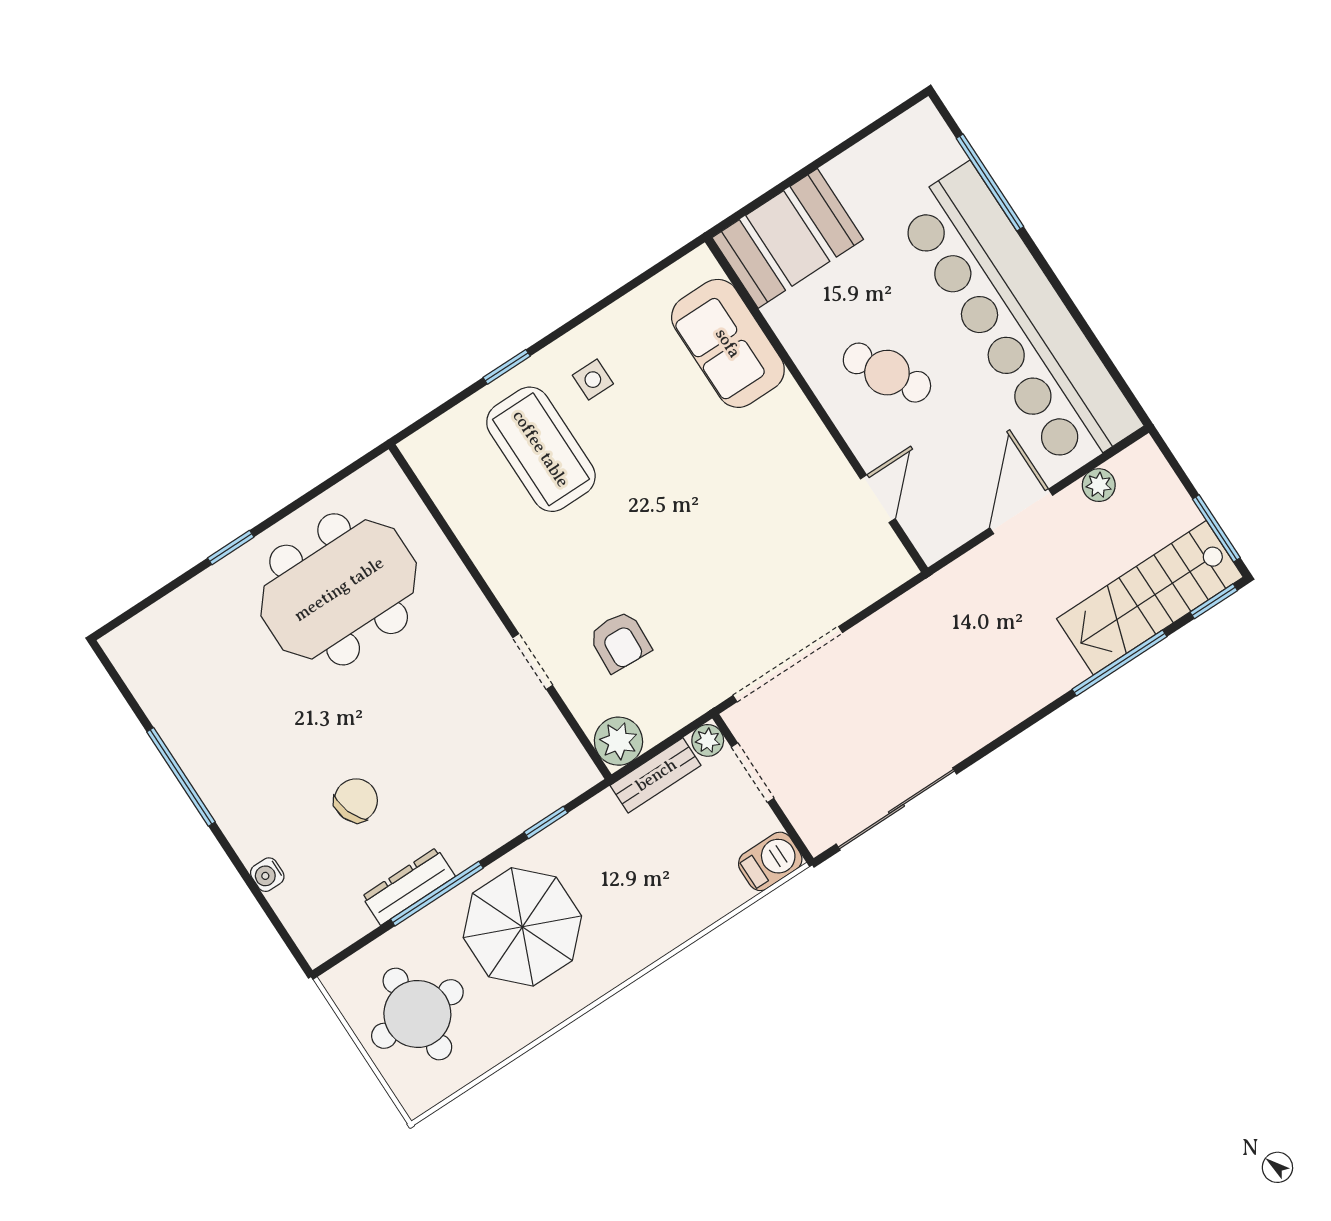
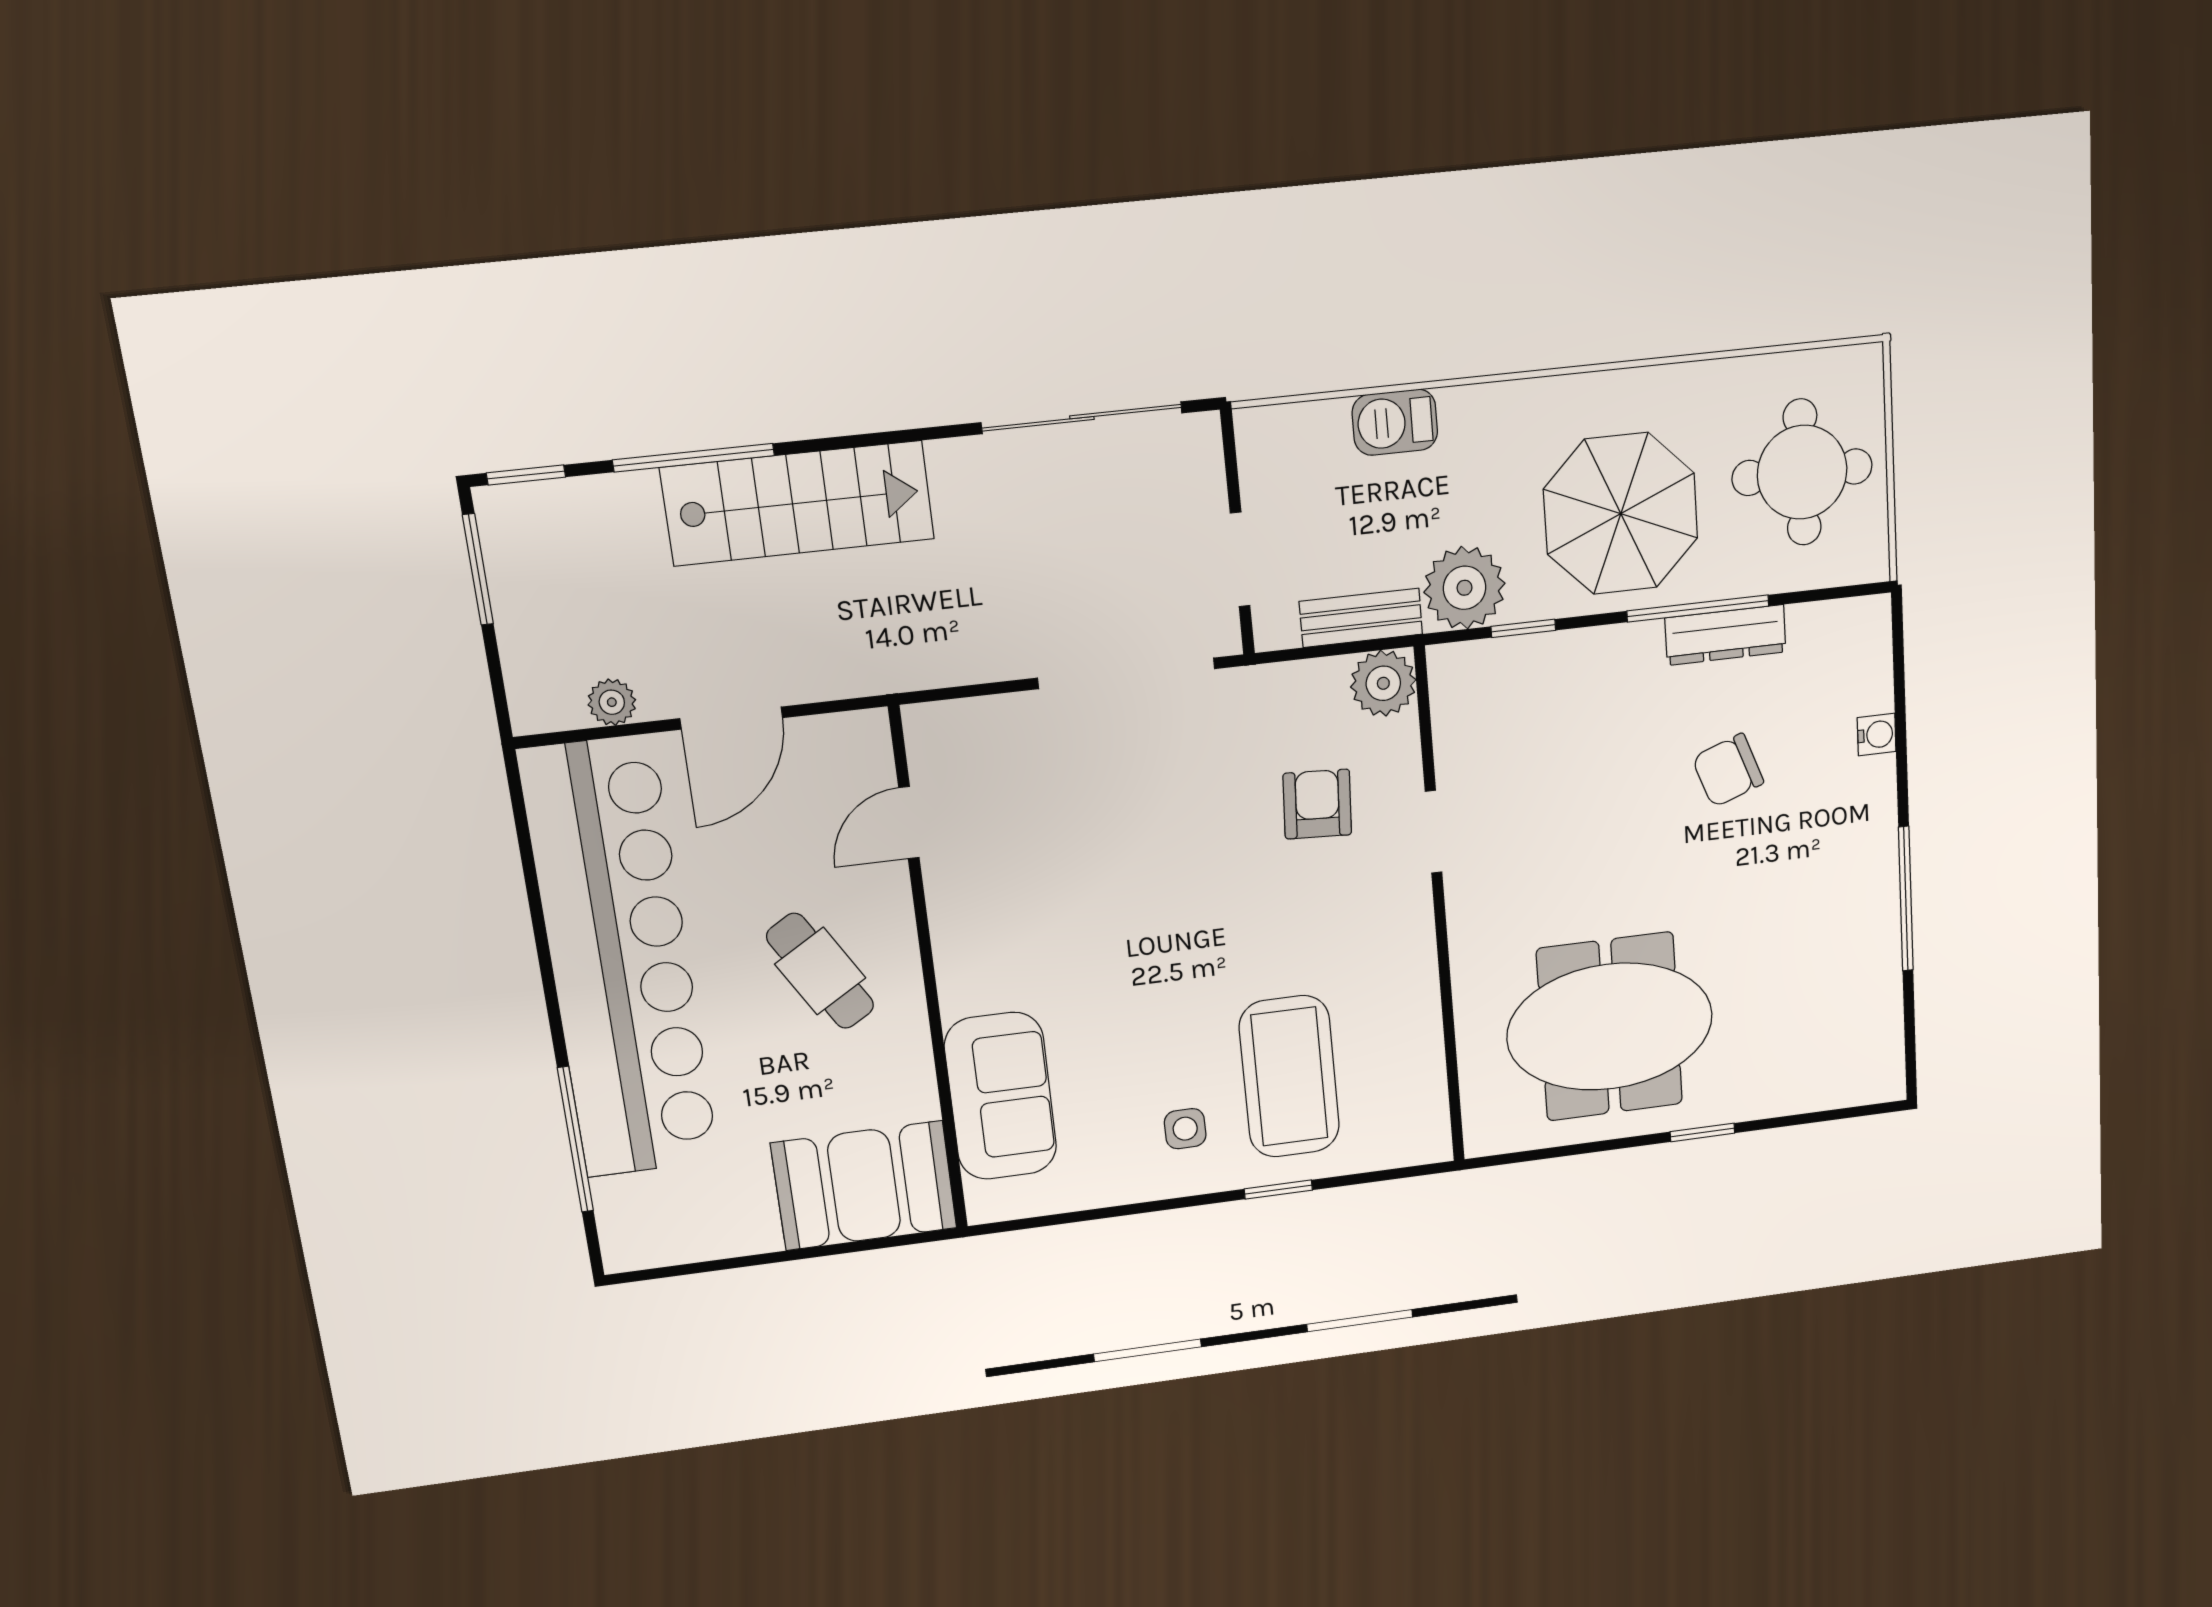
stairs: (1150, 598) -> (798, 503), moved
plant: (708, 740) -> (1464, 588), moved, width x1.88, depth x1.88
barbecue: (770, 861) -> (1395, 422), moved

